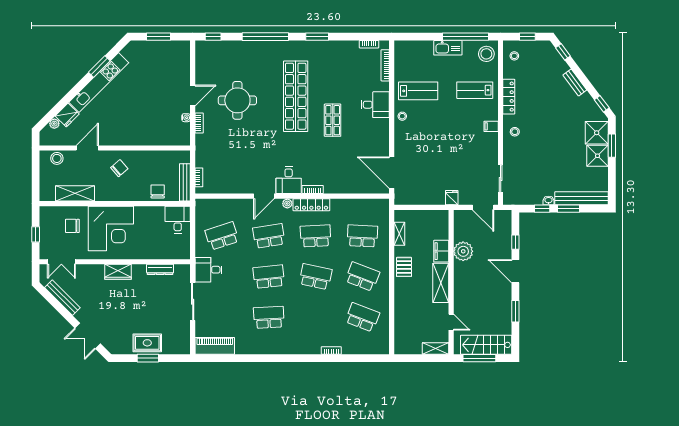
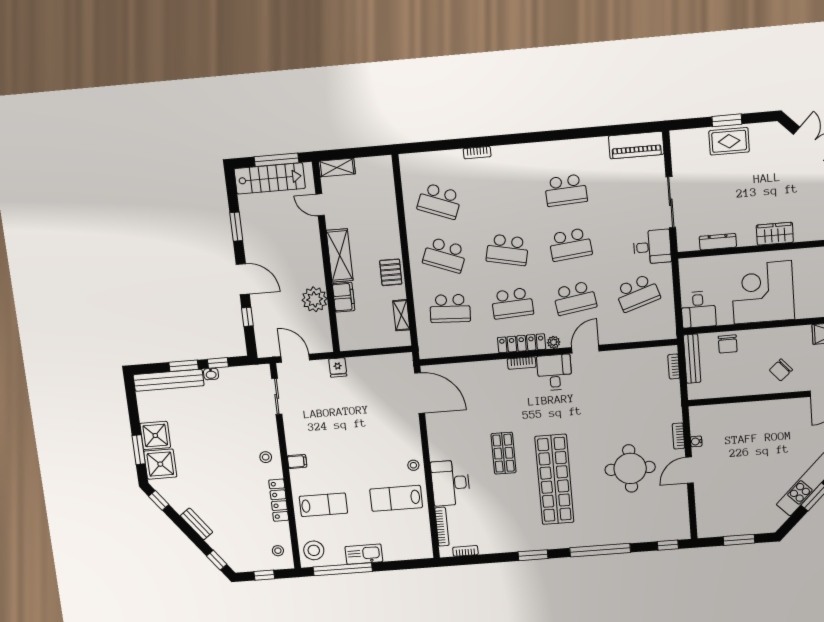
desk: (375, 105) -> (450, 483), width x1.37
corner desk: (111, 229) -> (763, 292), moved

